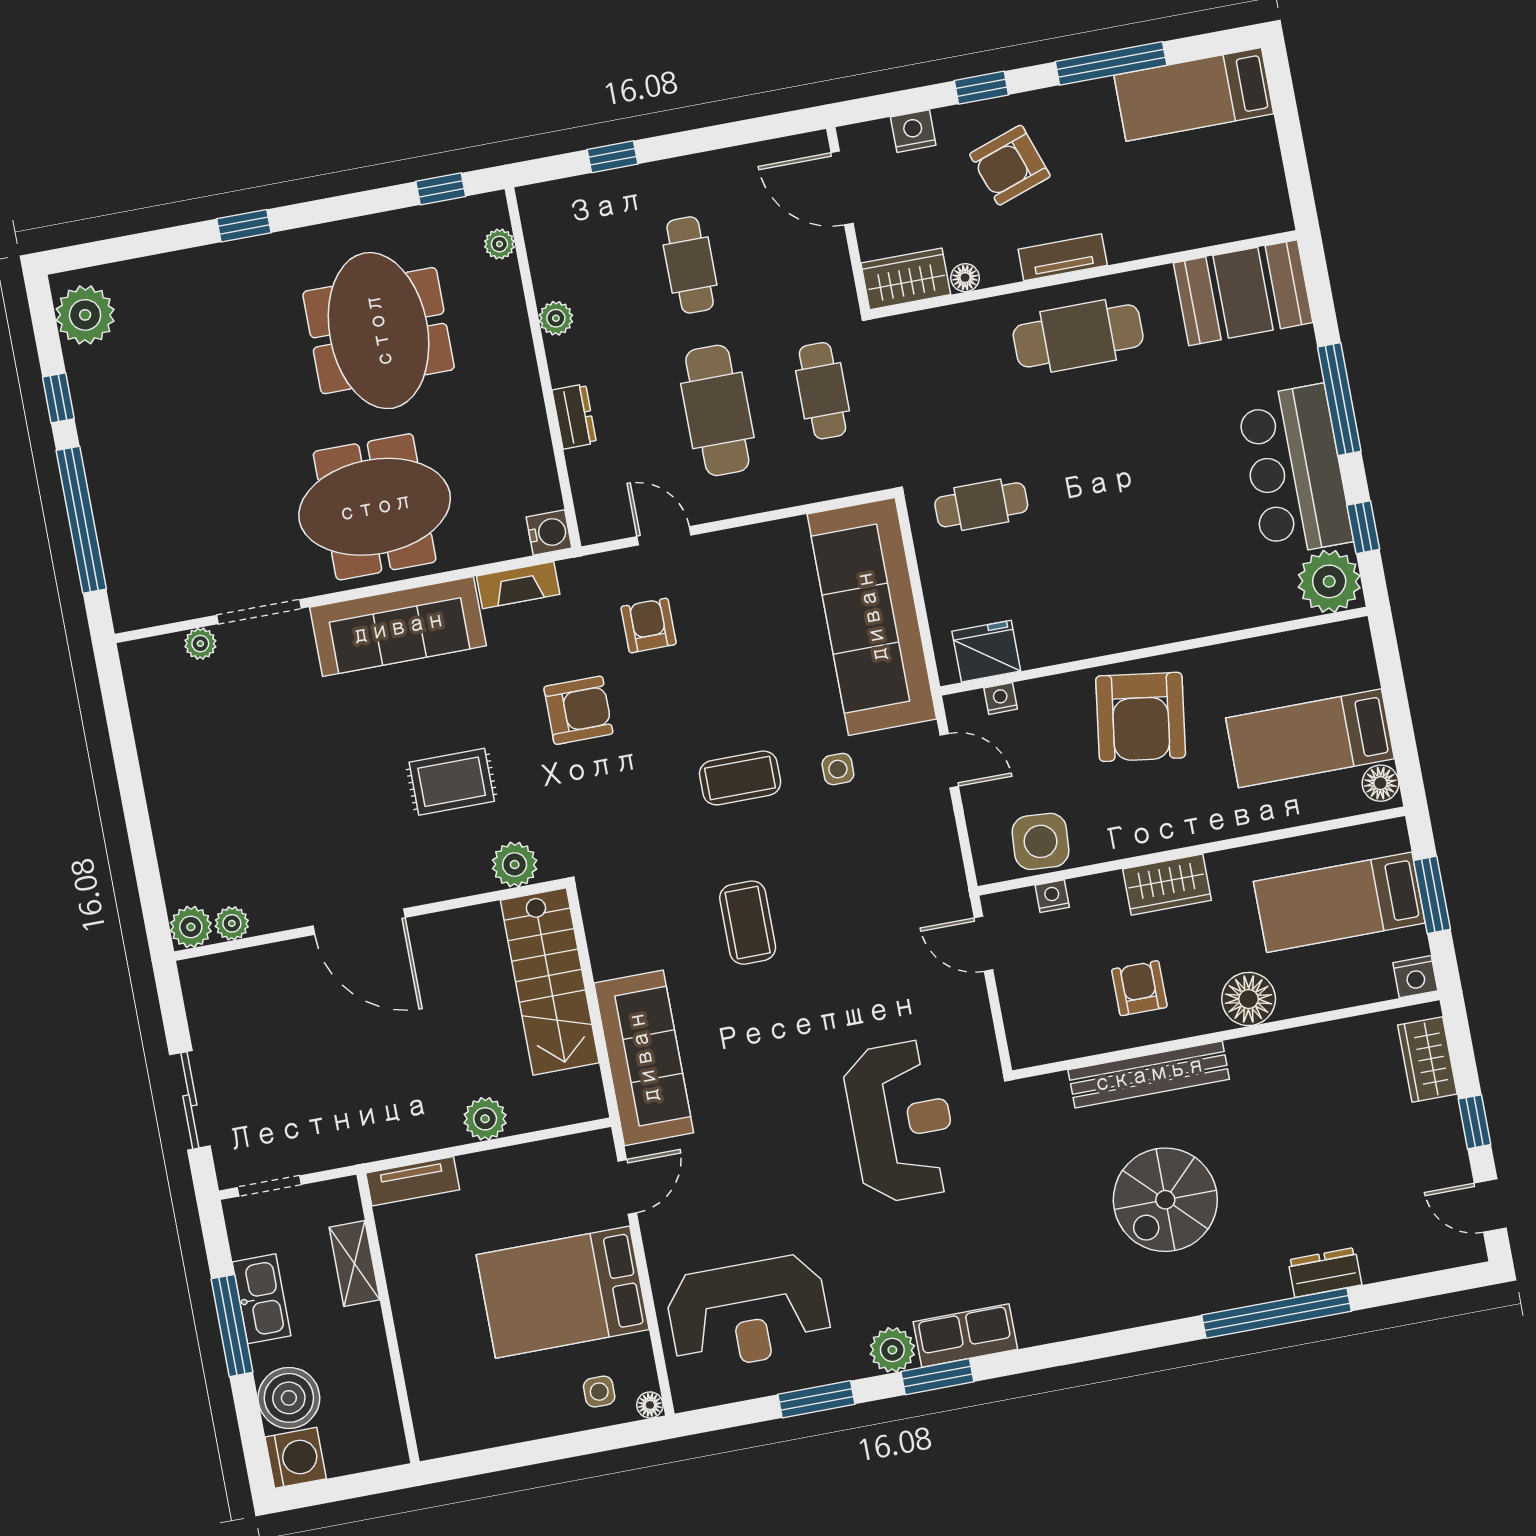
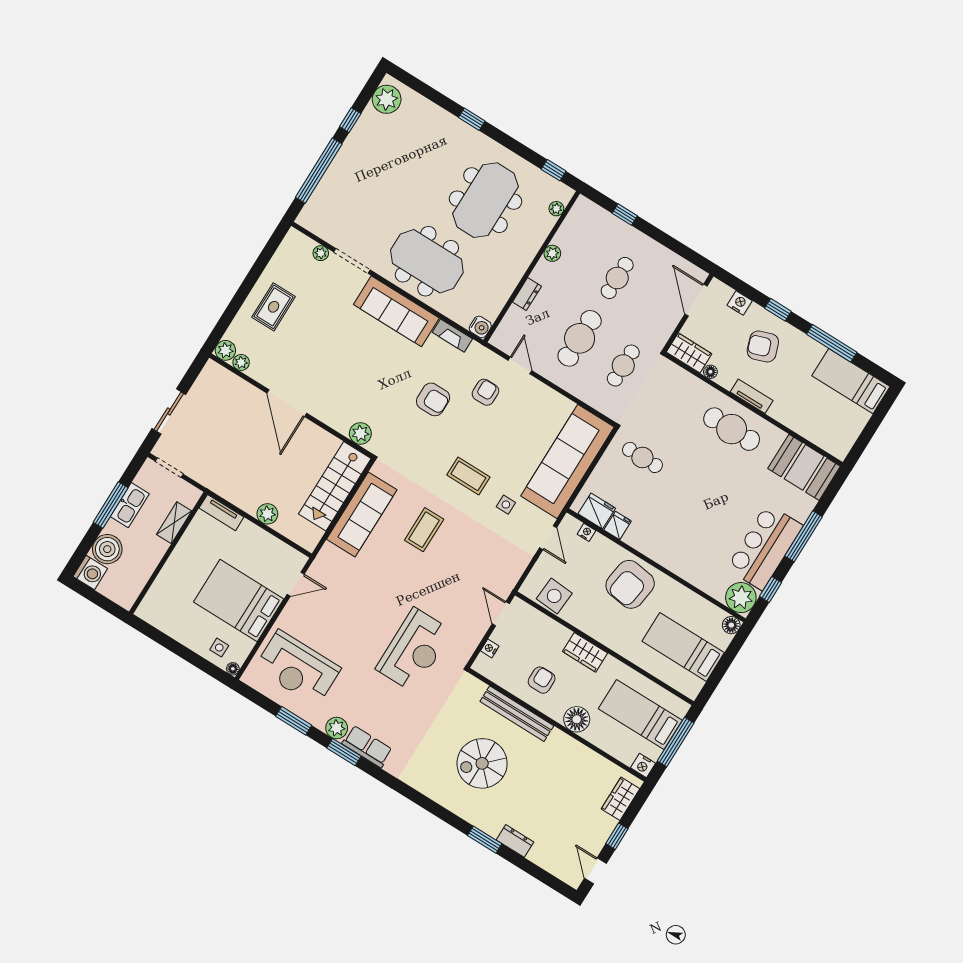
fridge: (1039, 644) -> (618, 526), added
rug: (452, 782) -> (274, 307), moved, turned 90
floor lamp: (1380, 783) -> (731, 625), moved
window: (1432, 895) -> (676, 742), width x1.44
nightstand: (1052, 896) -> (490, 648), moved, turned -90
sofa: (644, 1058) -> (362, 514), moved
window: (1277, 1313) -> (485, 840), width x0.47

